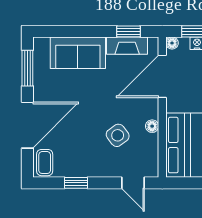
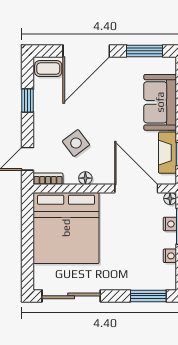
door: (27, 125) -> (86, 51), hinge flipped
bookcase: (153, 163) -> (48, 179), added

